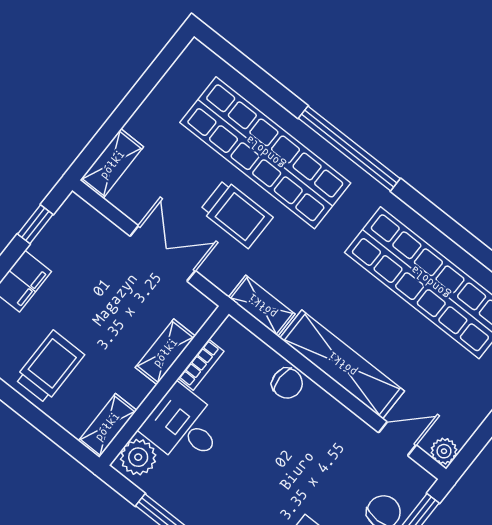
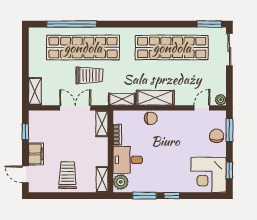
window: (349, 148) -> (72, 24), moved
shelving: (165, 352) -> (102, 124), moved
shelving: (342, 364) -> (155, 98), width x0.68

